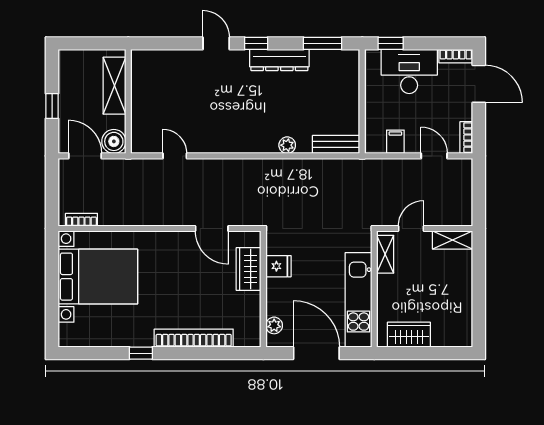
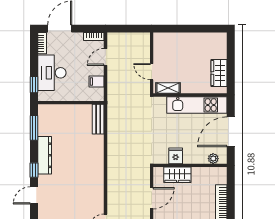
plant: (287, 145) -> (99, 150), removed
shelving: (453, 240) -> (159, 45), removed

